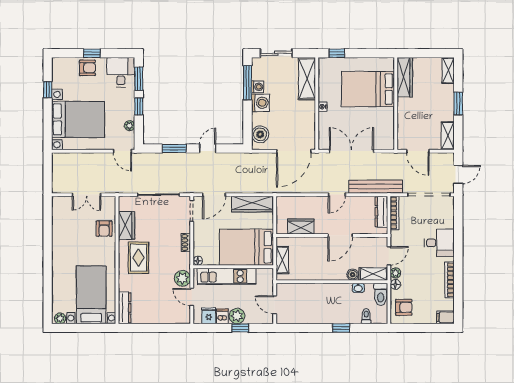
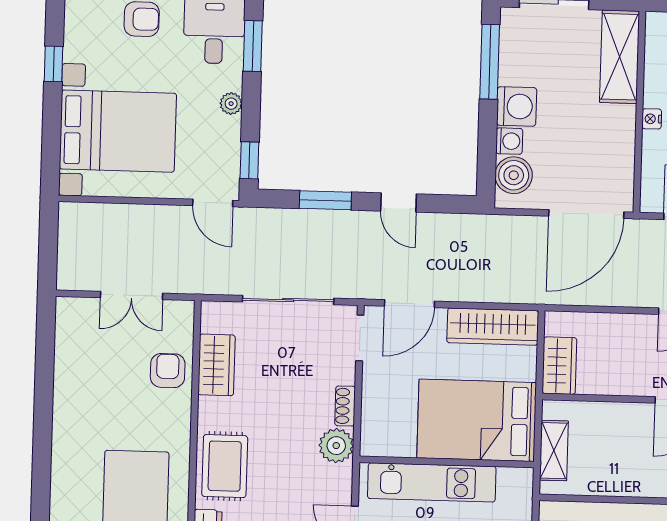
washing machine: (258, 87) -> (509, 141), moved
window: (139, 106) -> (249, 160), moved
plant: (130, 126) -> (231, 104), moved
door: (208, 148) -> (399, 202), swing flipped
wardrobe: (301, 226) -> (559, 366), moved, turned 90
armchair: (104, 229) -> (168, 371), turned 180
rug: (139, 258) -> (225, 466), moved
floor lamp: (198, 261) -> (370, 447), removed
plant: (182, 278) -> (336, 446), moved

